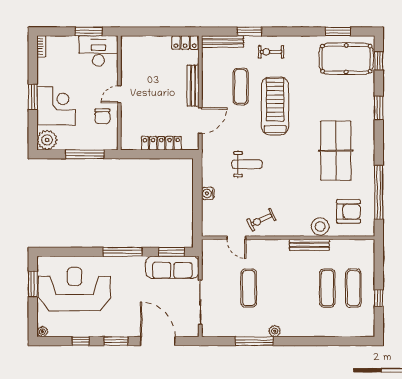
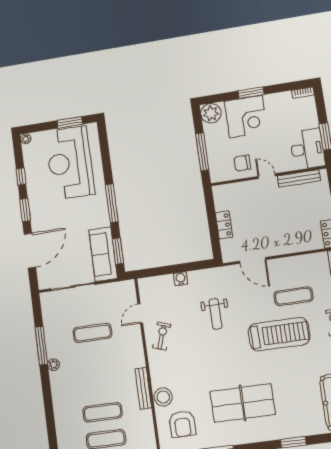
bench: (193, 86) -> (299, 178), moved
locker: (161, 143) -> (224, 225), width x0.66
exercise bike: (261, 220) -> (162, 336), turned 45
reception desk: (75, 289) -> (70, 163), turned 180

